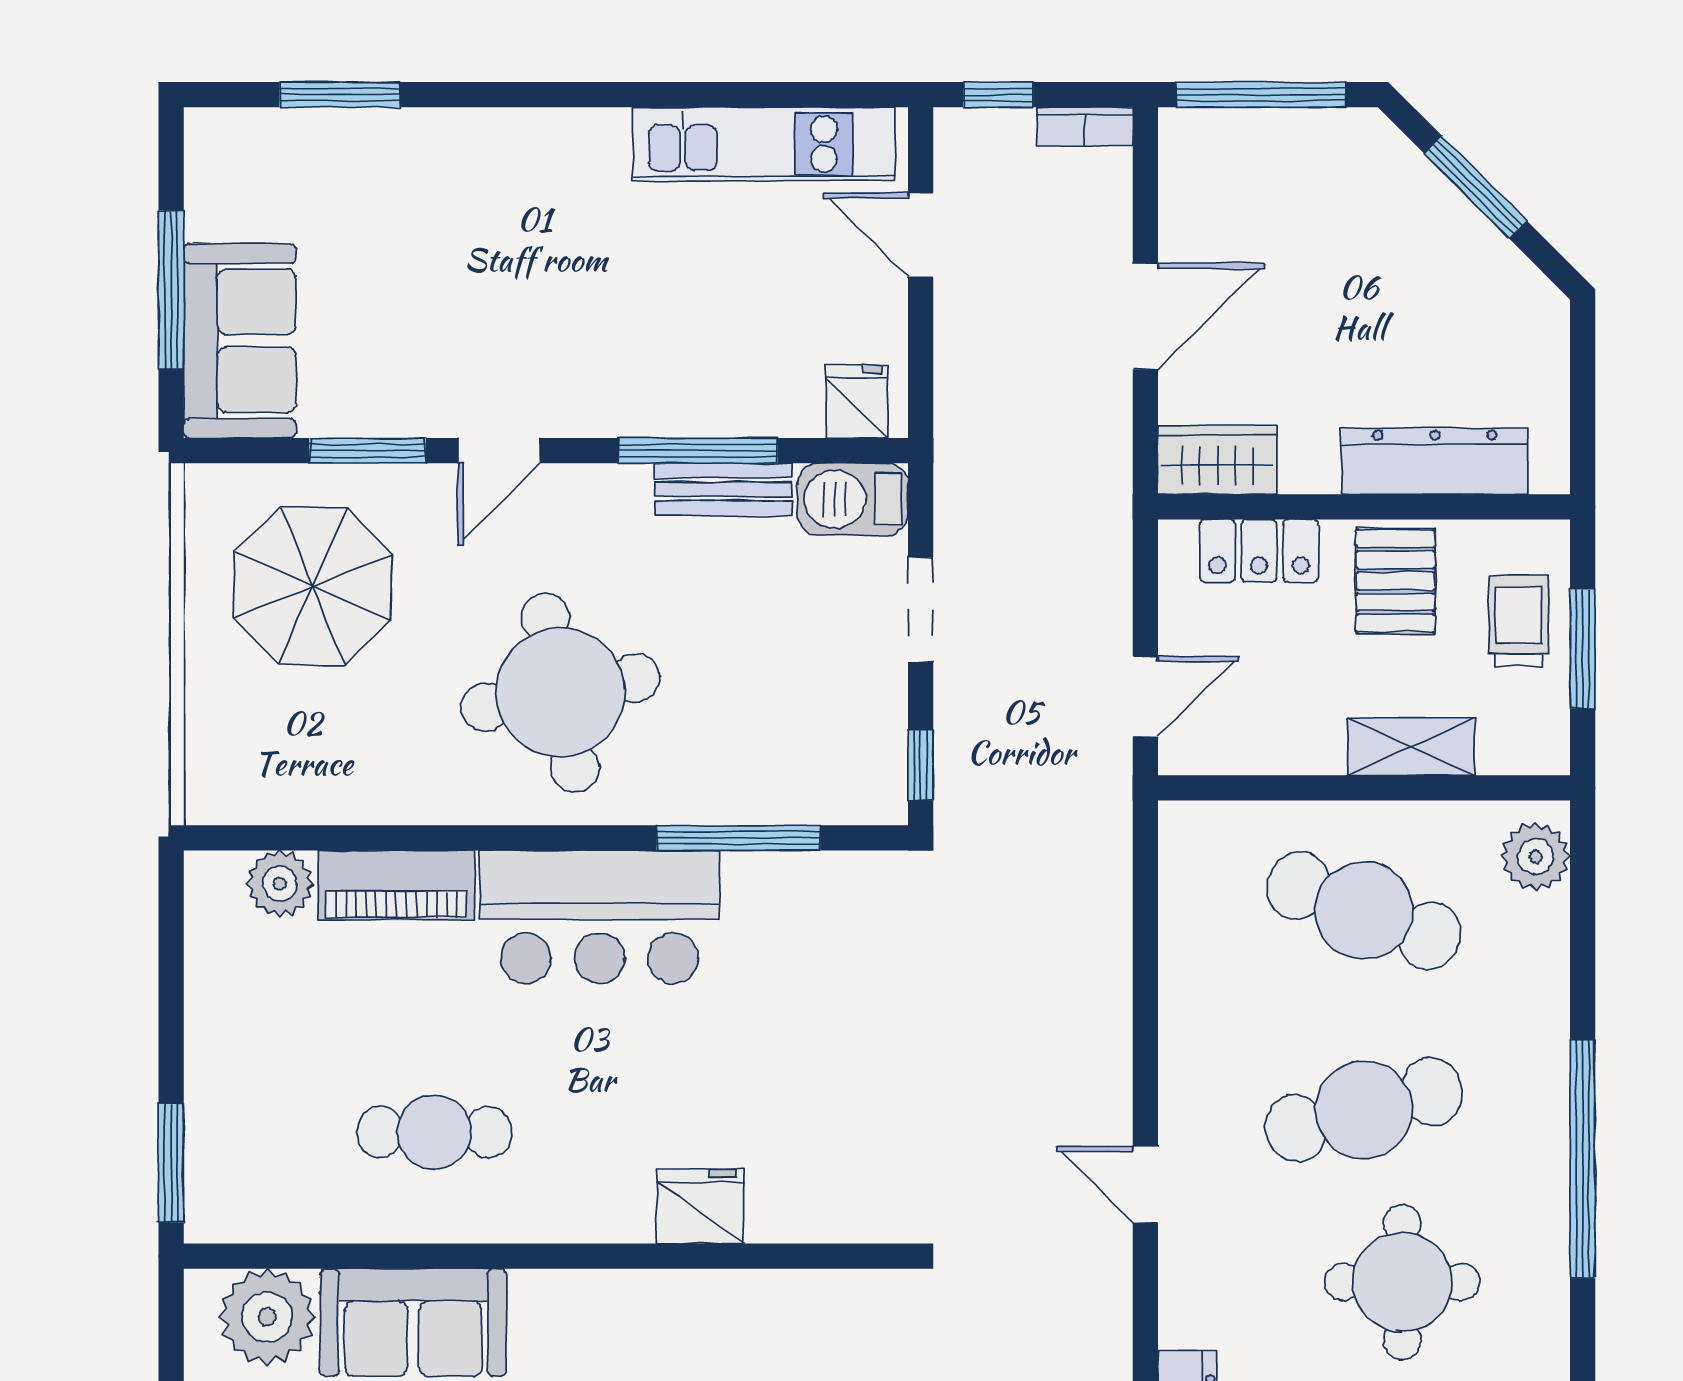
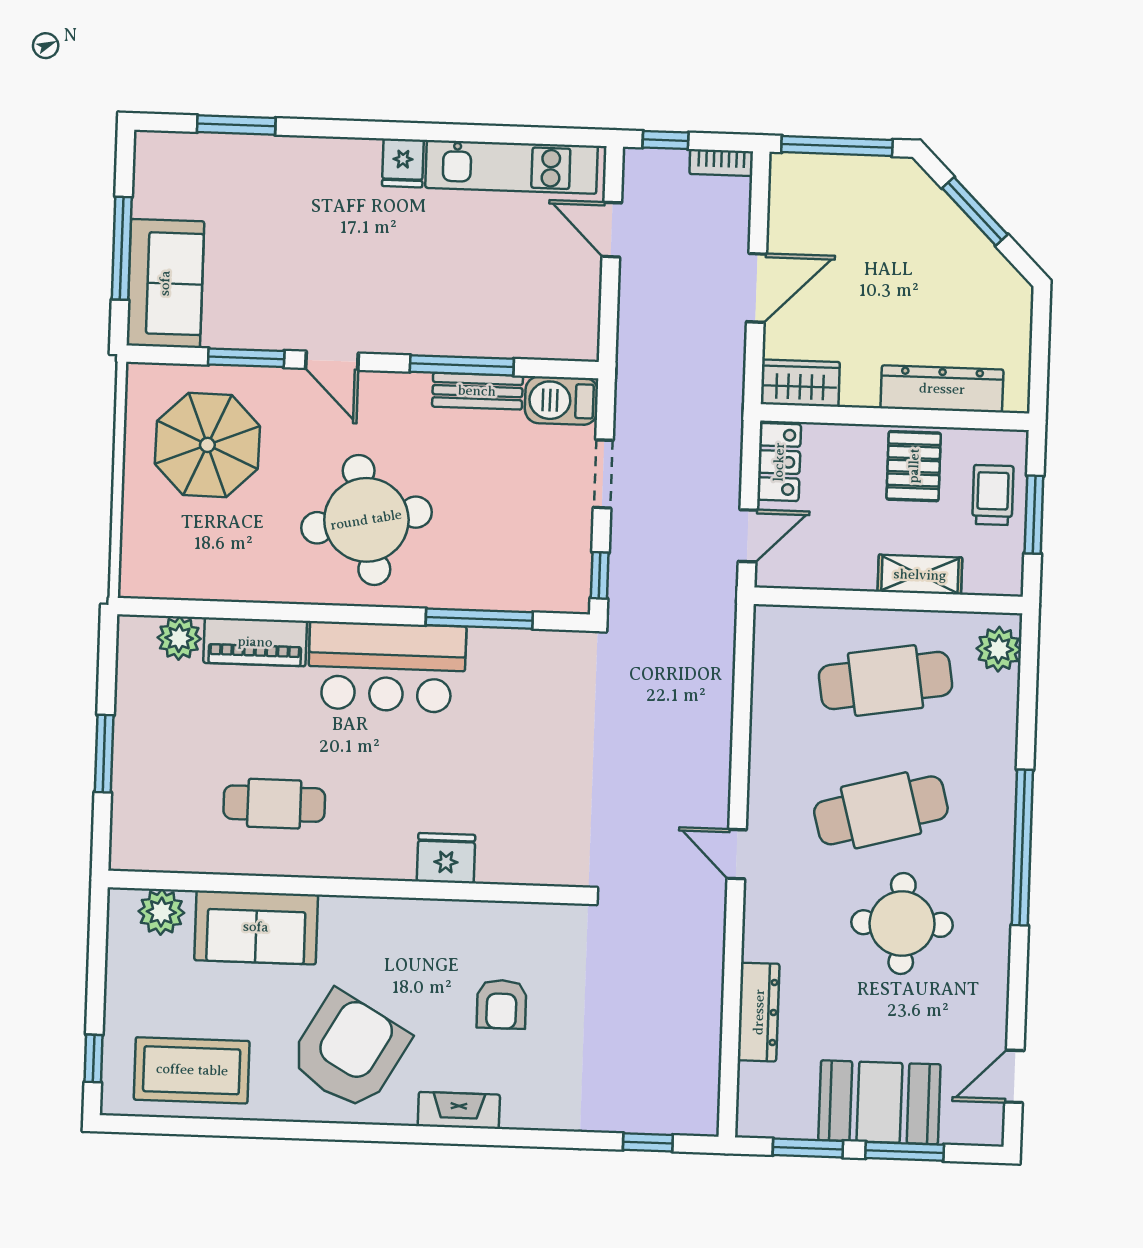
fridge: (857, 401) -> (403, 163), moved, turned 180
door: (499, 451) -> (332, 361), hinge flipped
locker: (1259, 551) -> (779, 462), moved, turned -90
cafe table: (1364, 911) -> (885, 680), turned -30
window: (171, 1163) -> (104, 754), moved
plant: (267, 1317) -> (161, 912), width x0.73, depth x0.73

